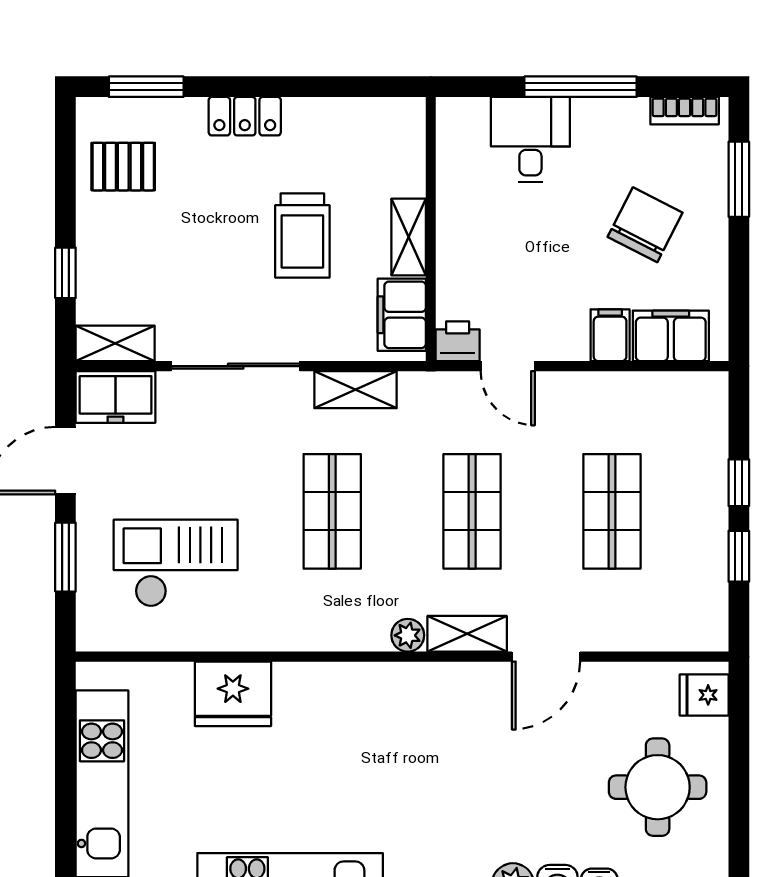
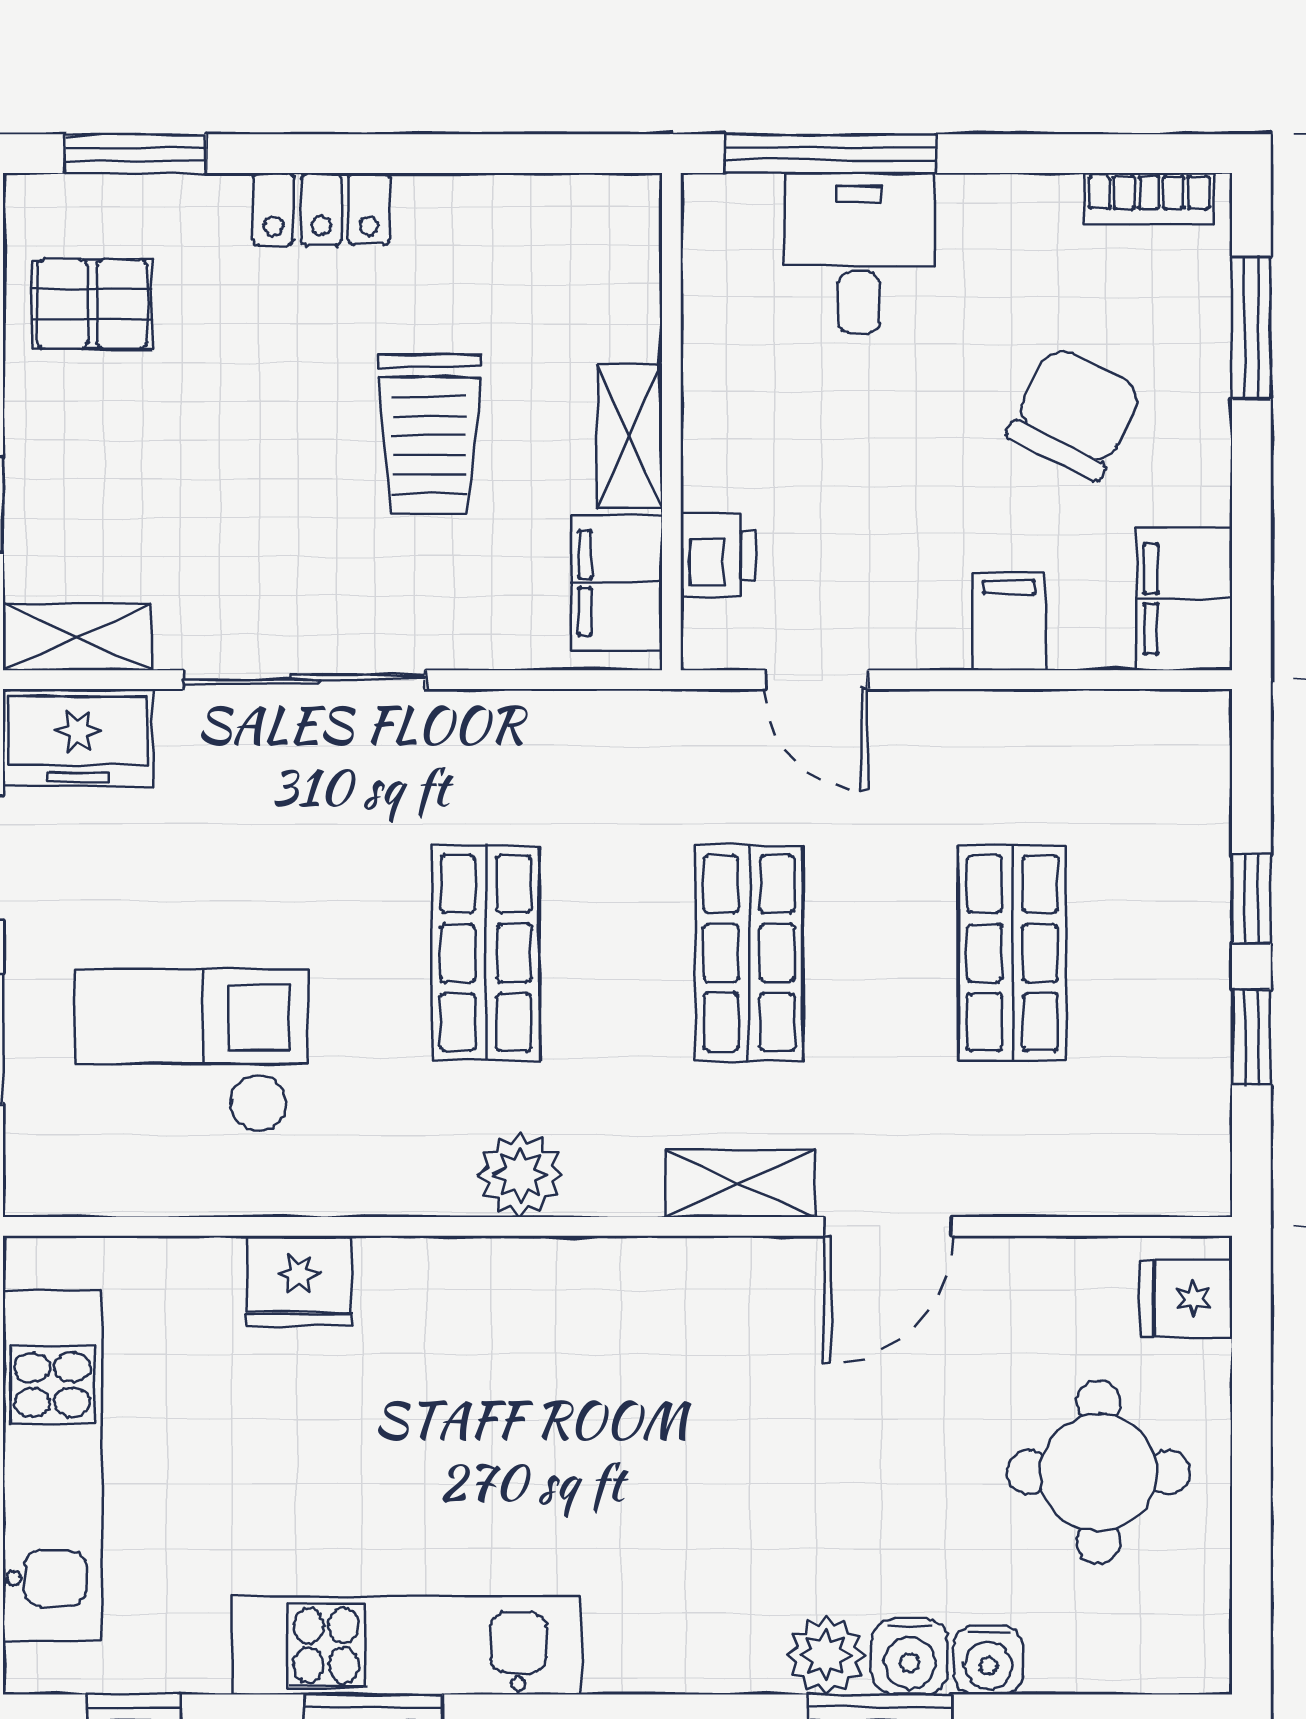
window: (581, 87) -> (831, 154), moved
filing cabinet: (671, 336) -> (1184, 599), moved, turned -90
printer: (458, 341) -> (718, 555), moved, turned 90
shelving: (355, 390) -> (530, 724), removed
plant: (408, 635) -> (520, 1175), moved, width x1.38, depth x1.38
fridge: (233, 694) -> (299, 1281), width x0.73, depth x0.75

